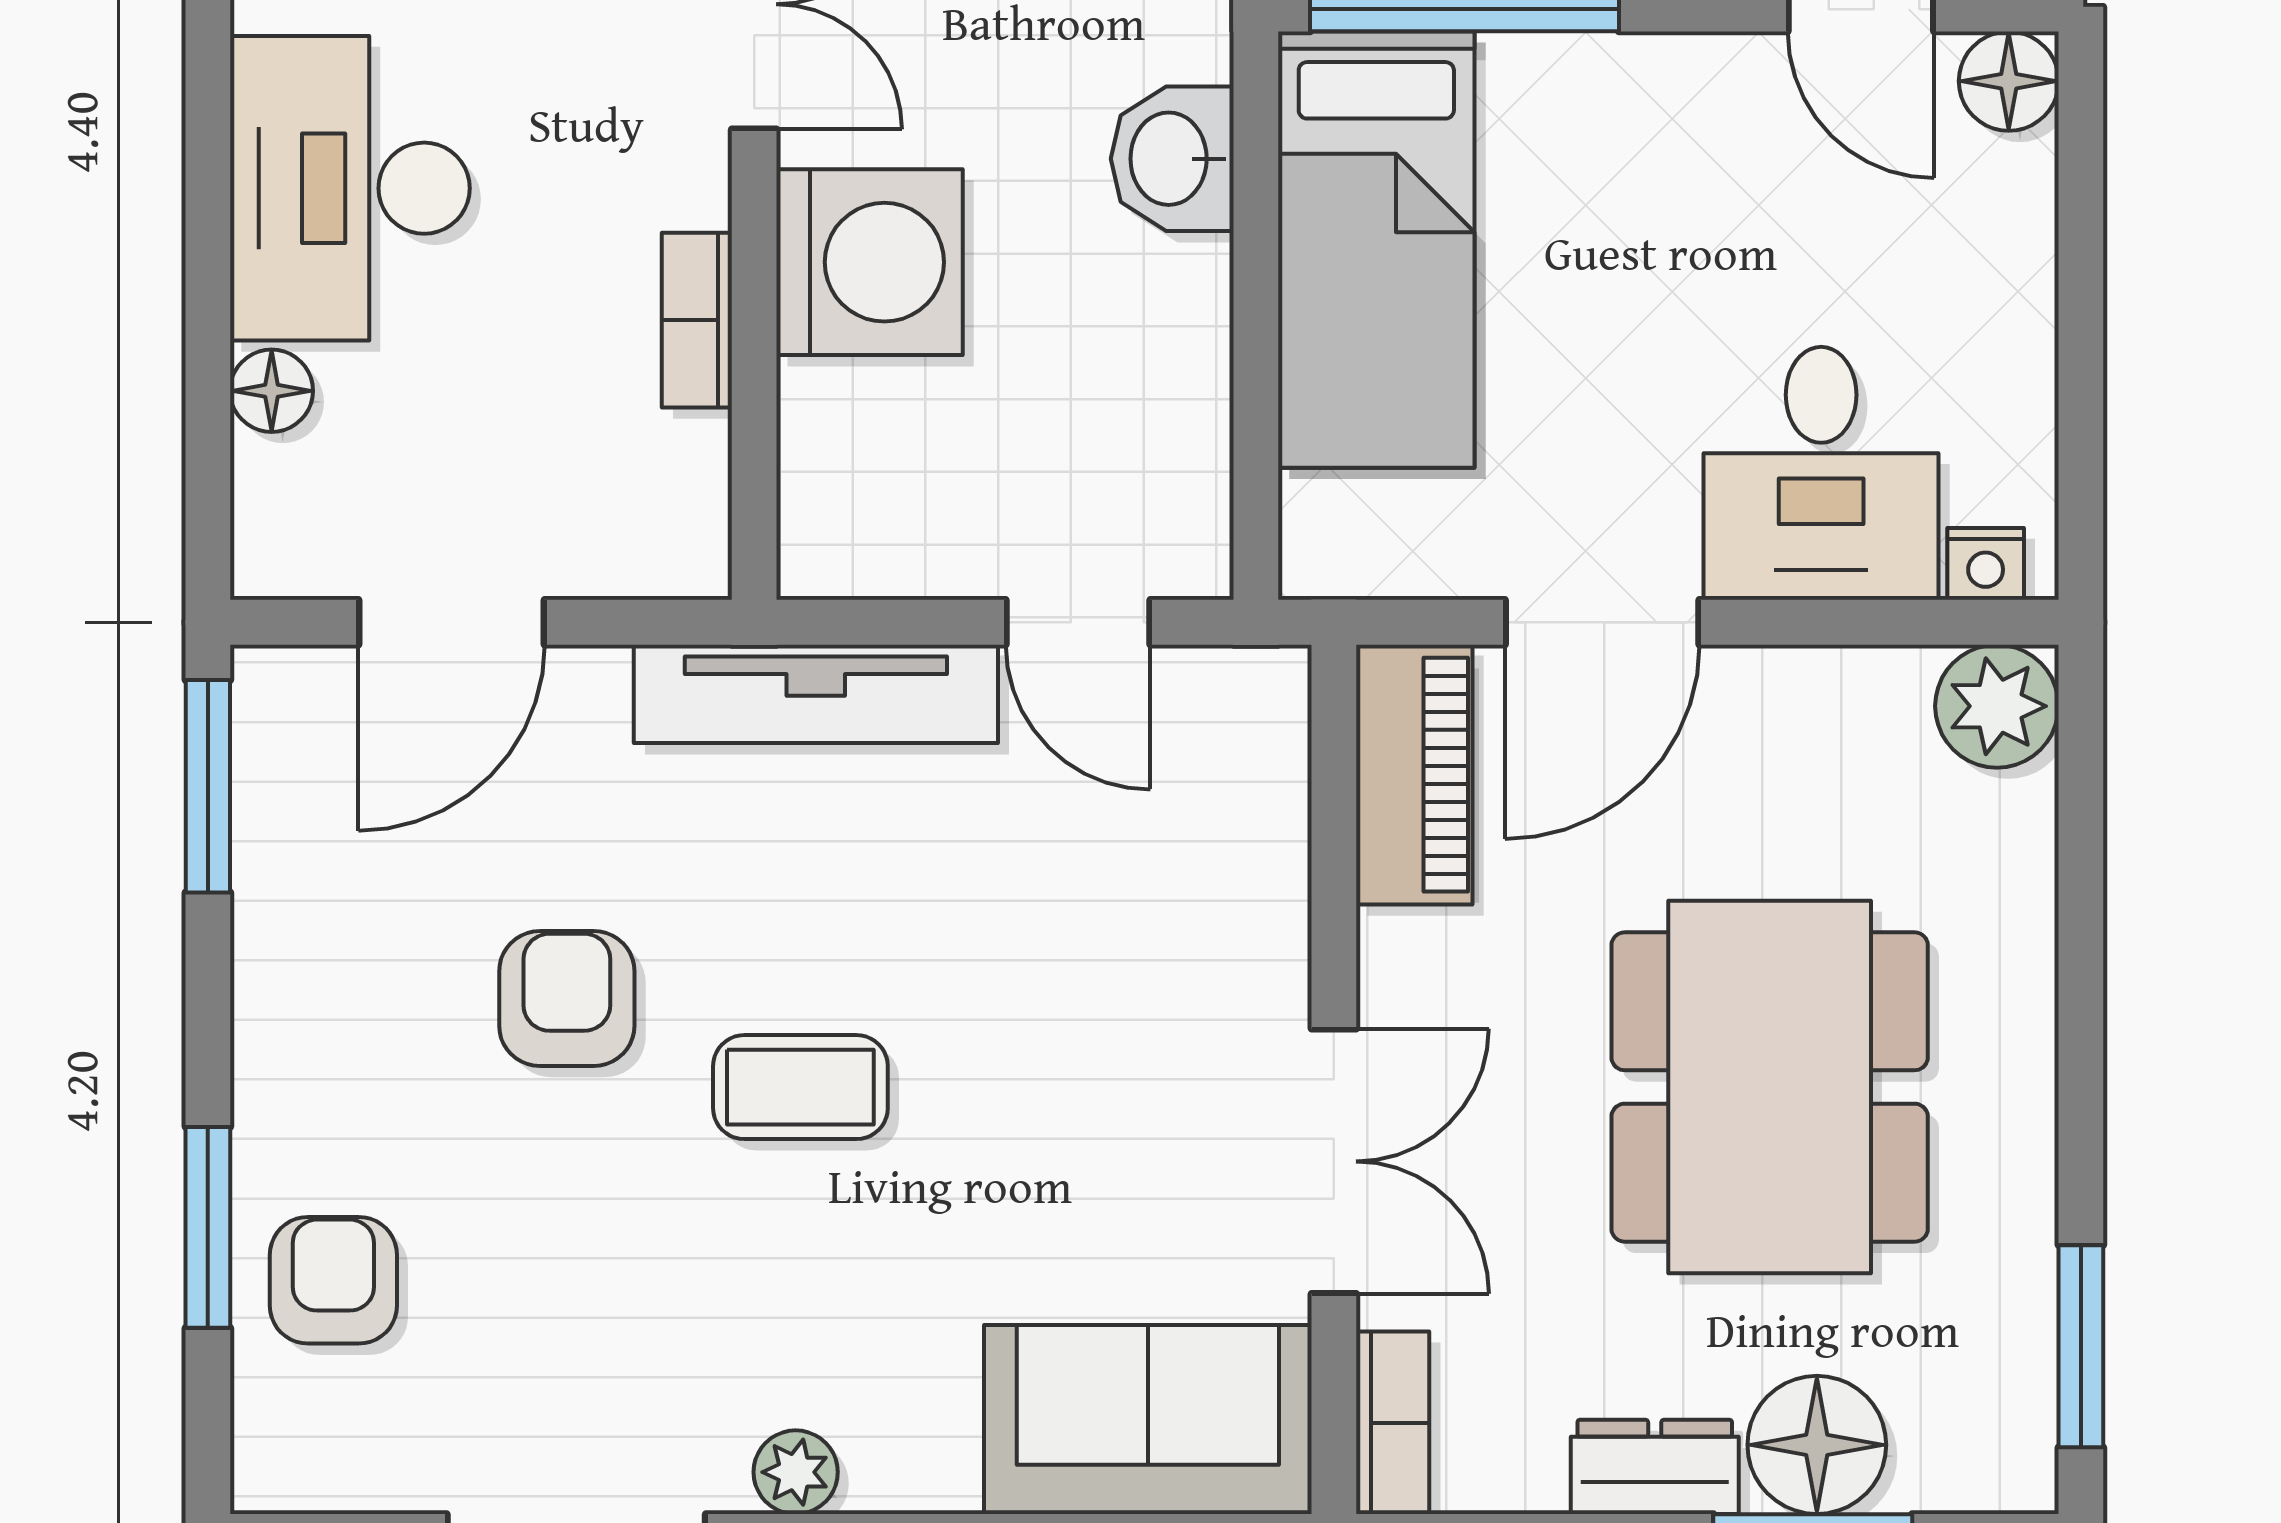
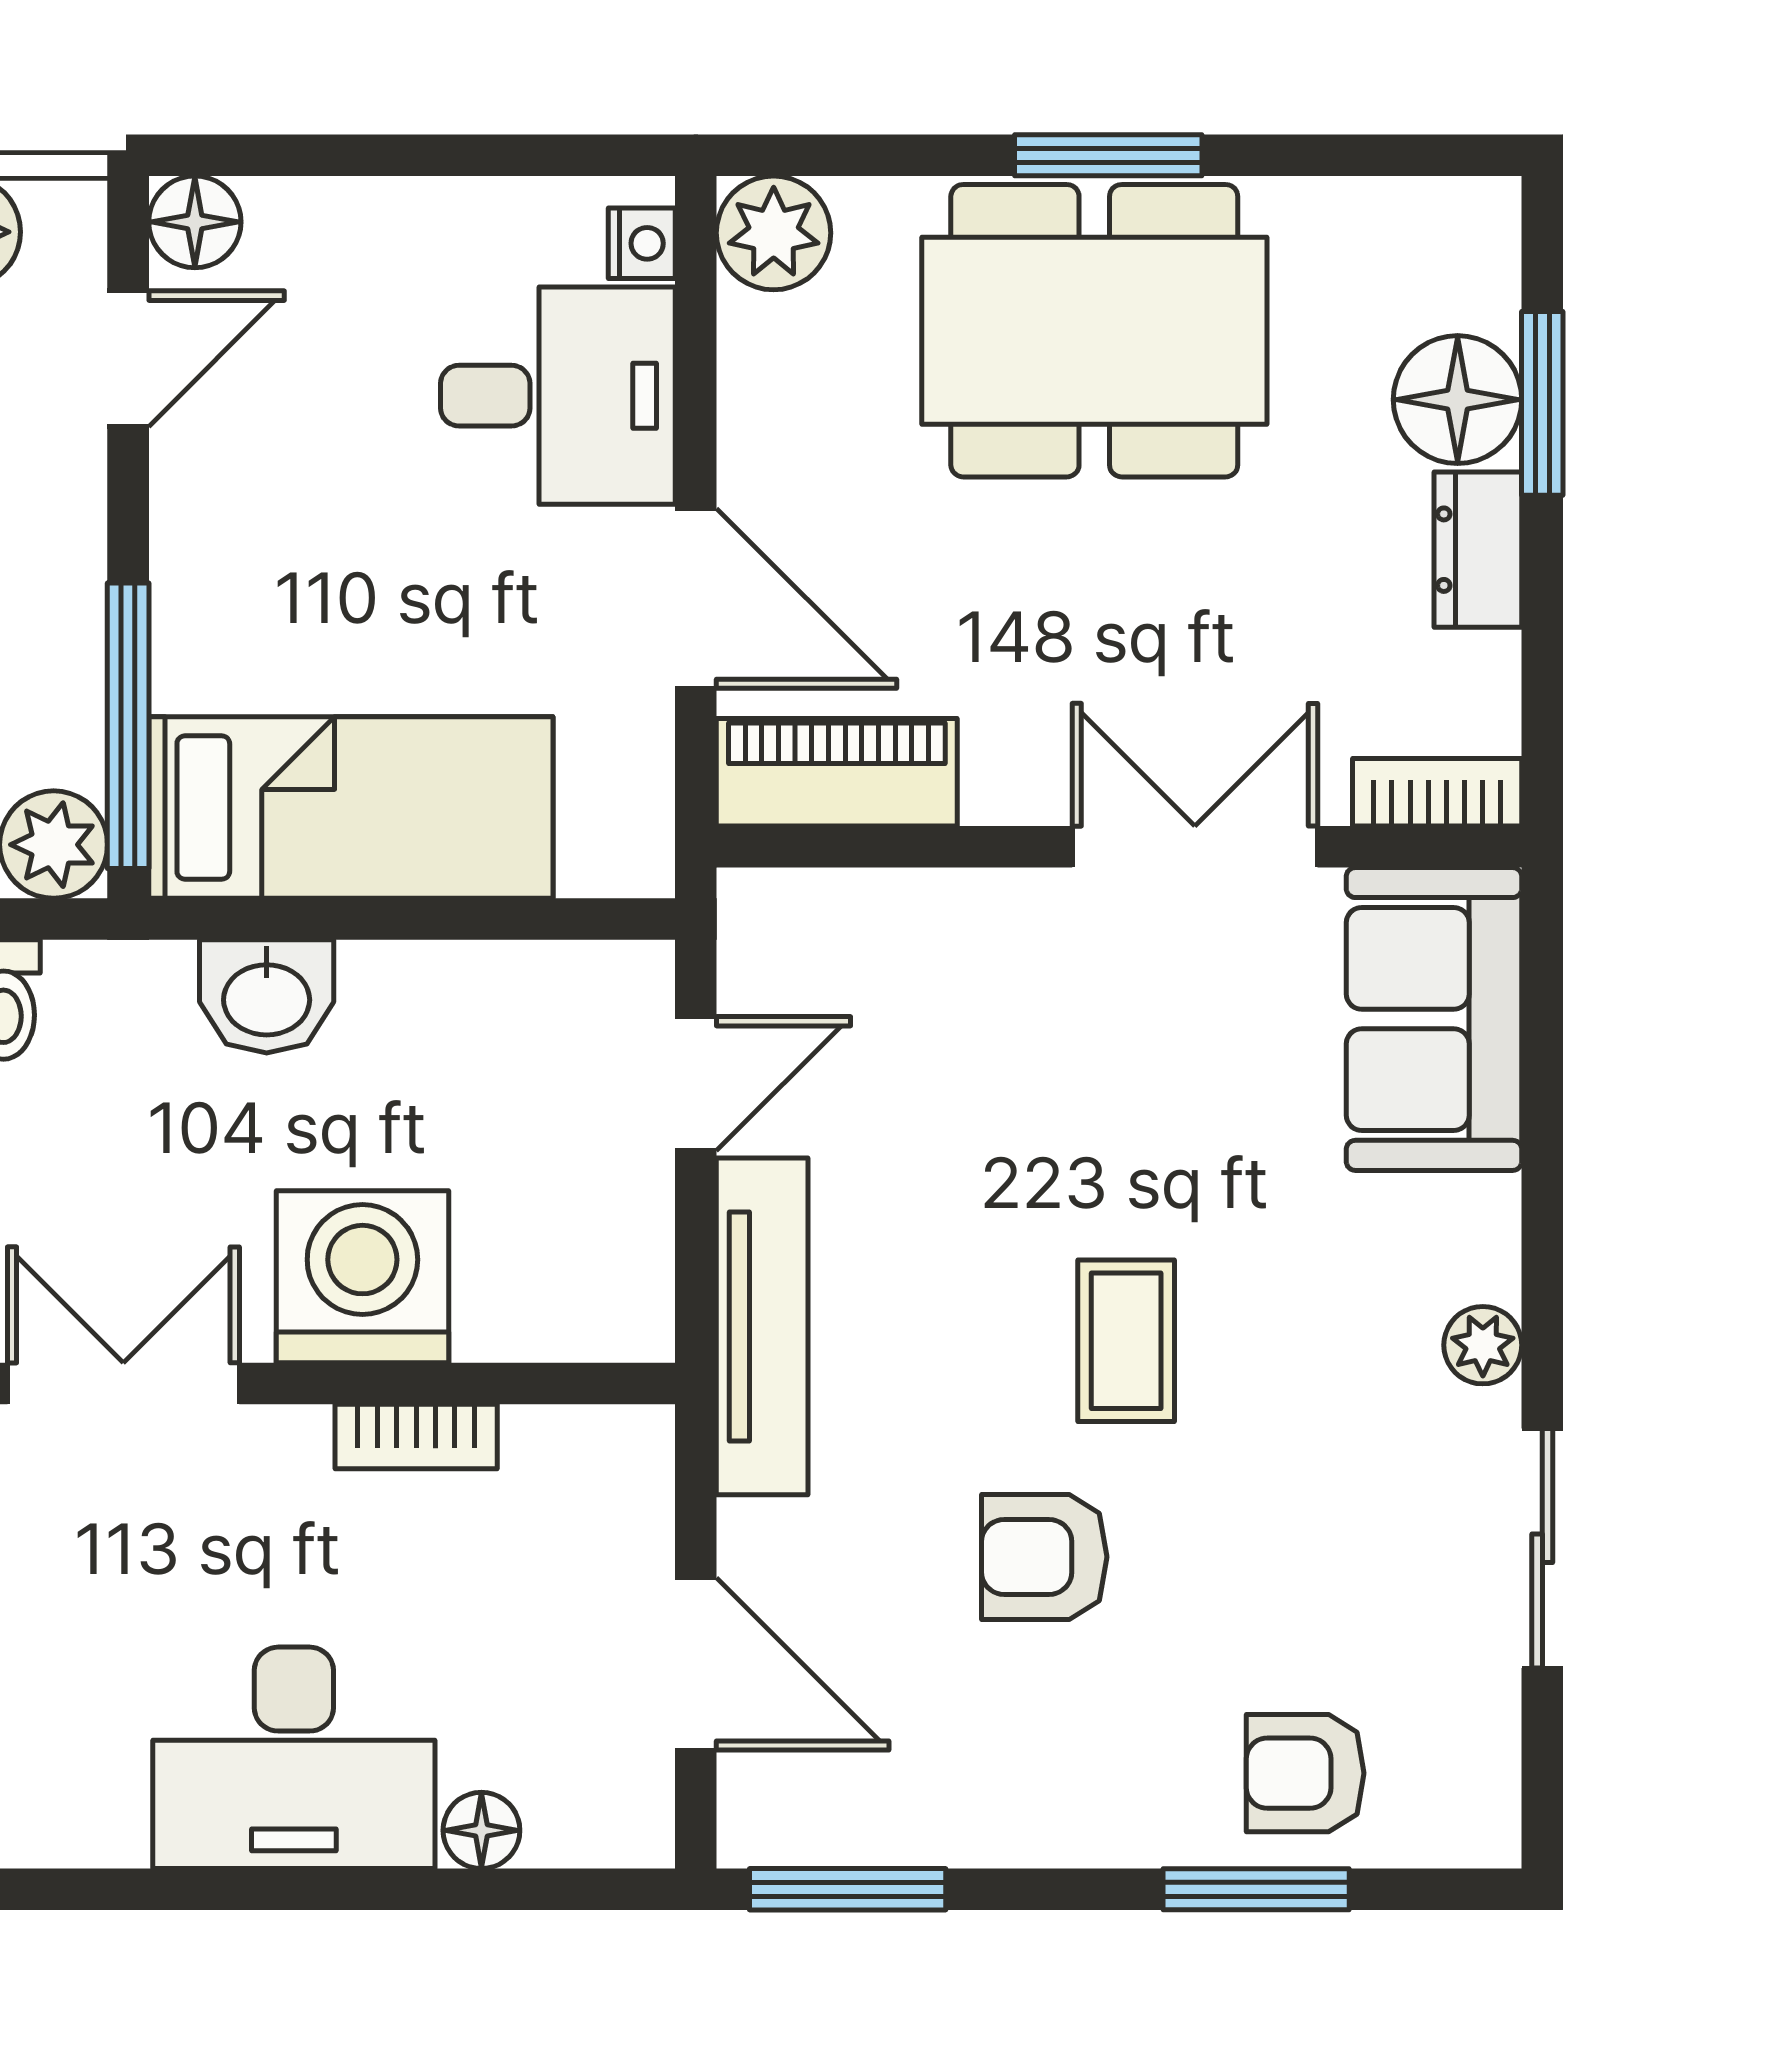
dining table: (1770, 1087) -> (1094, 331), moved
window: (2081, 1346) -> (1108, 155), moved

